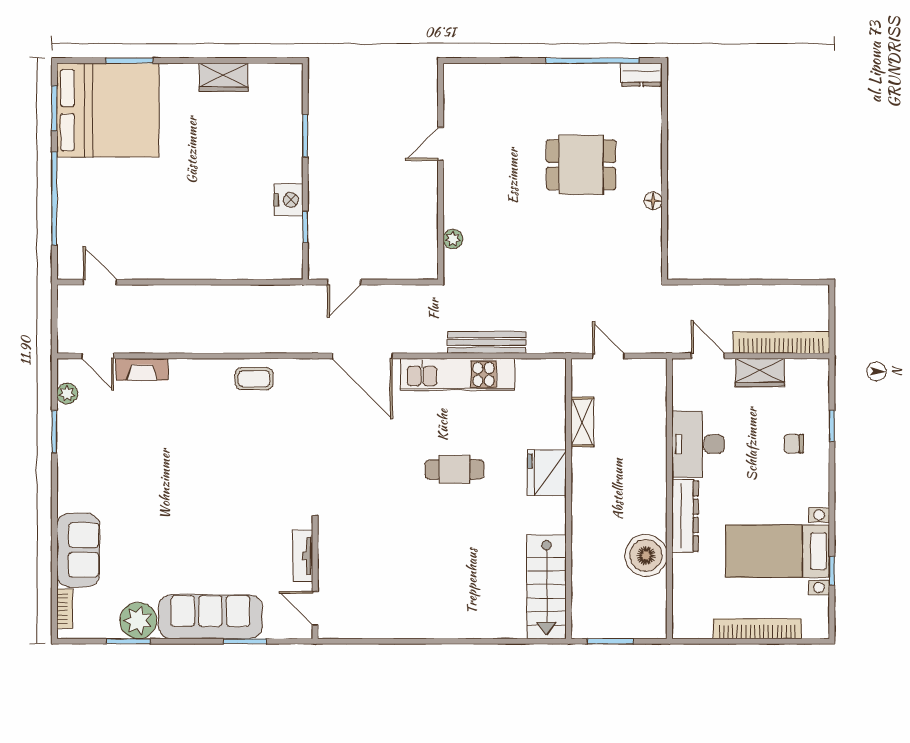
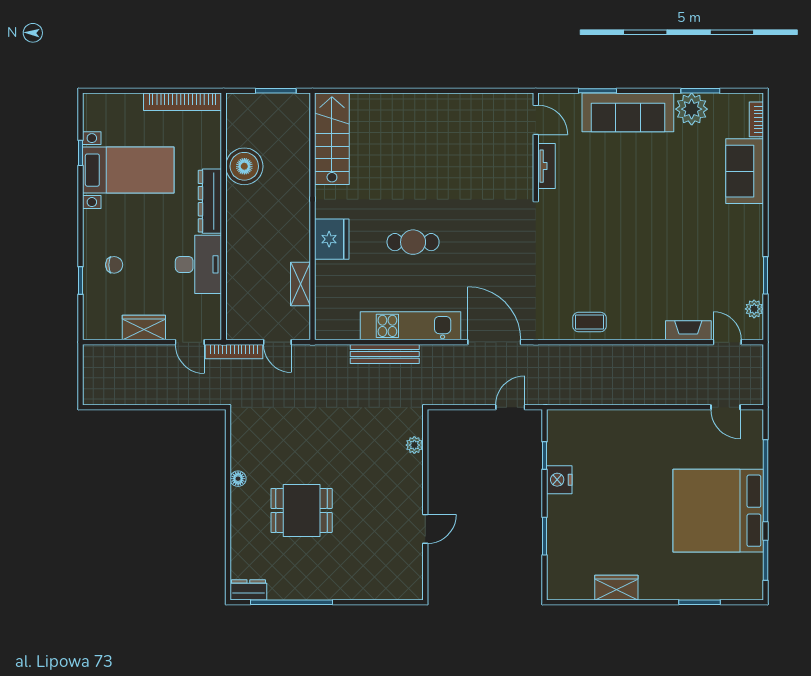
bed: (108, 110) -> (718, 511), moved
bookcase: (781, 342) -> (234, 352), moved, width x0.68, depth x0.76
bookcase: (757, 629) -> (183, 102), moved

